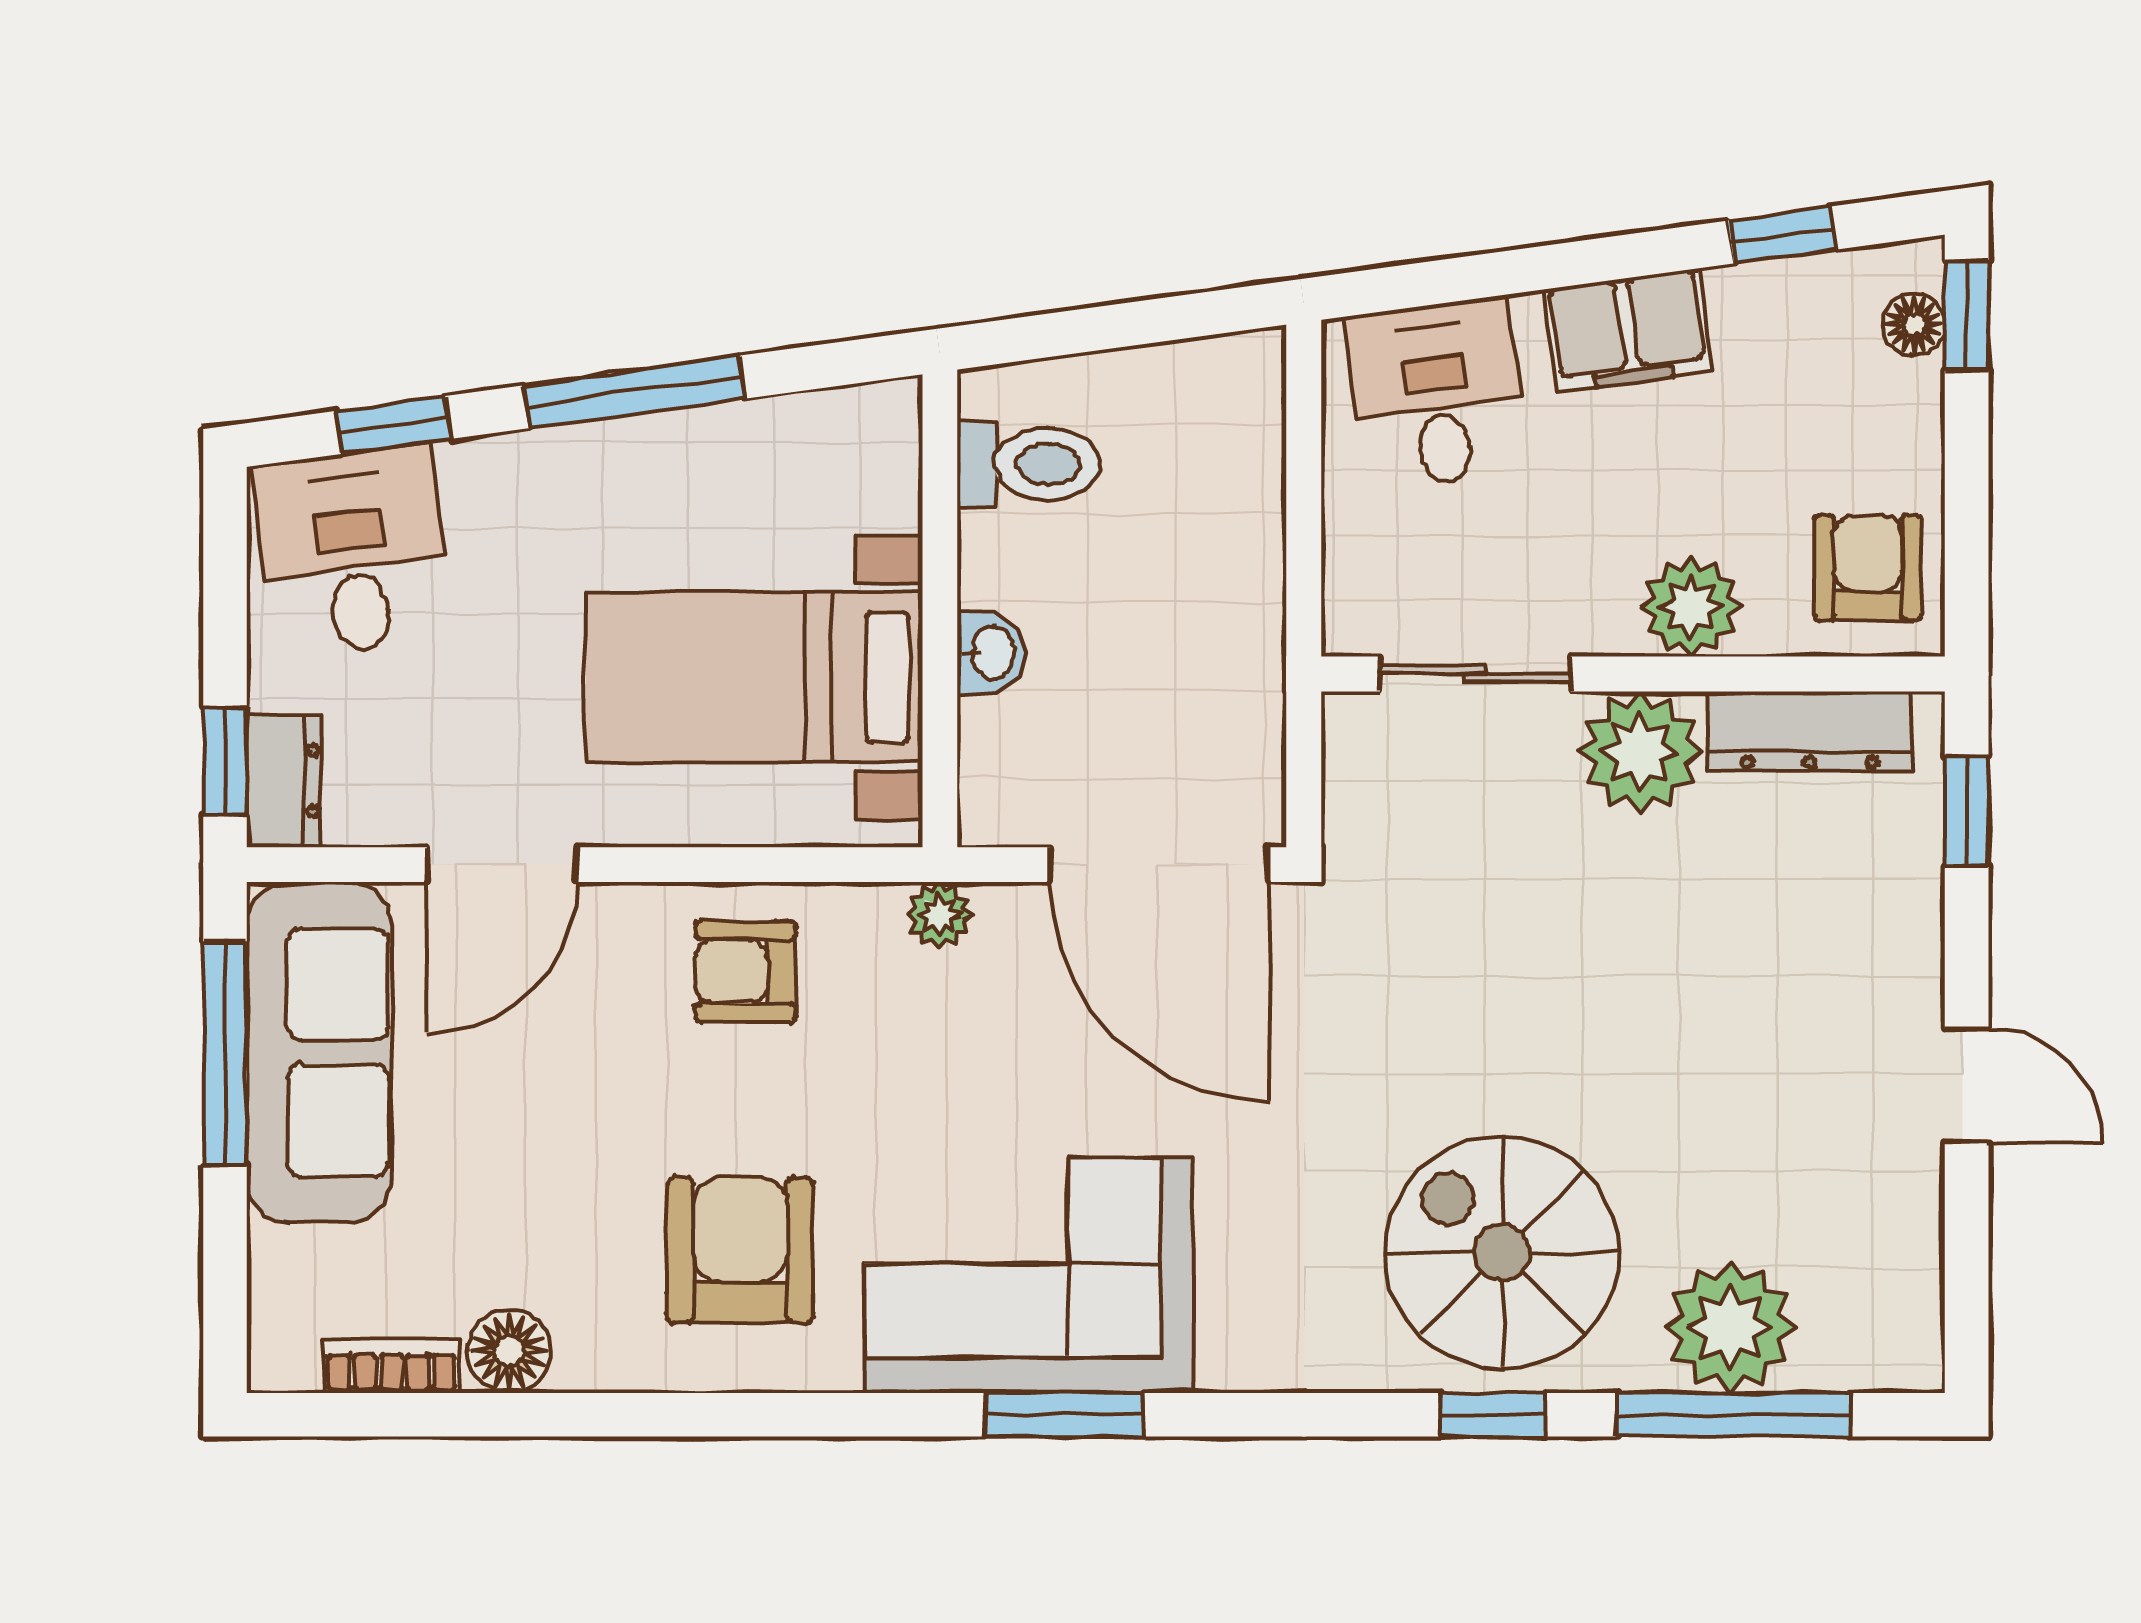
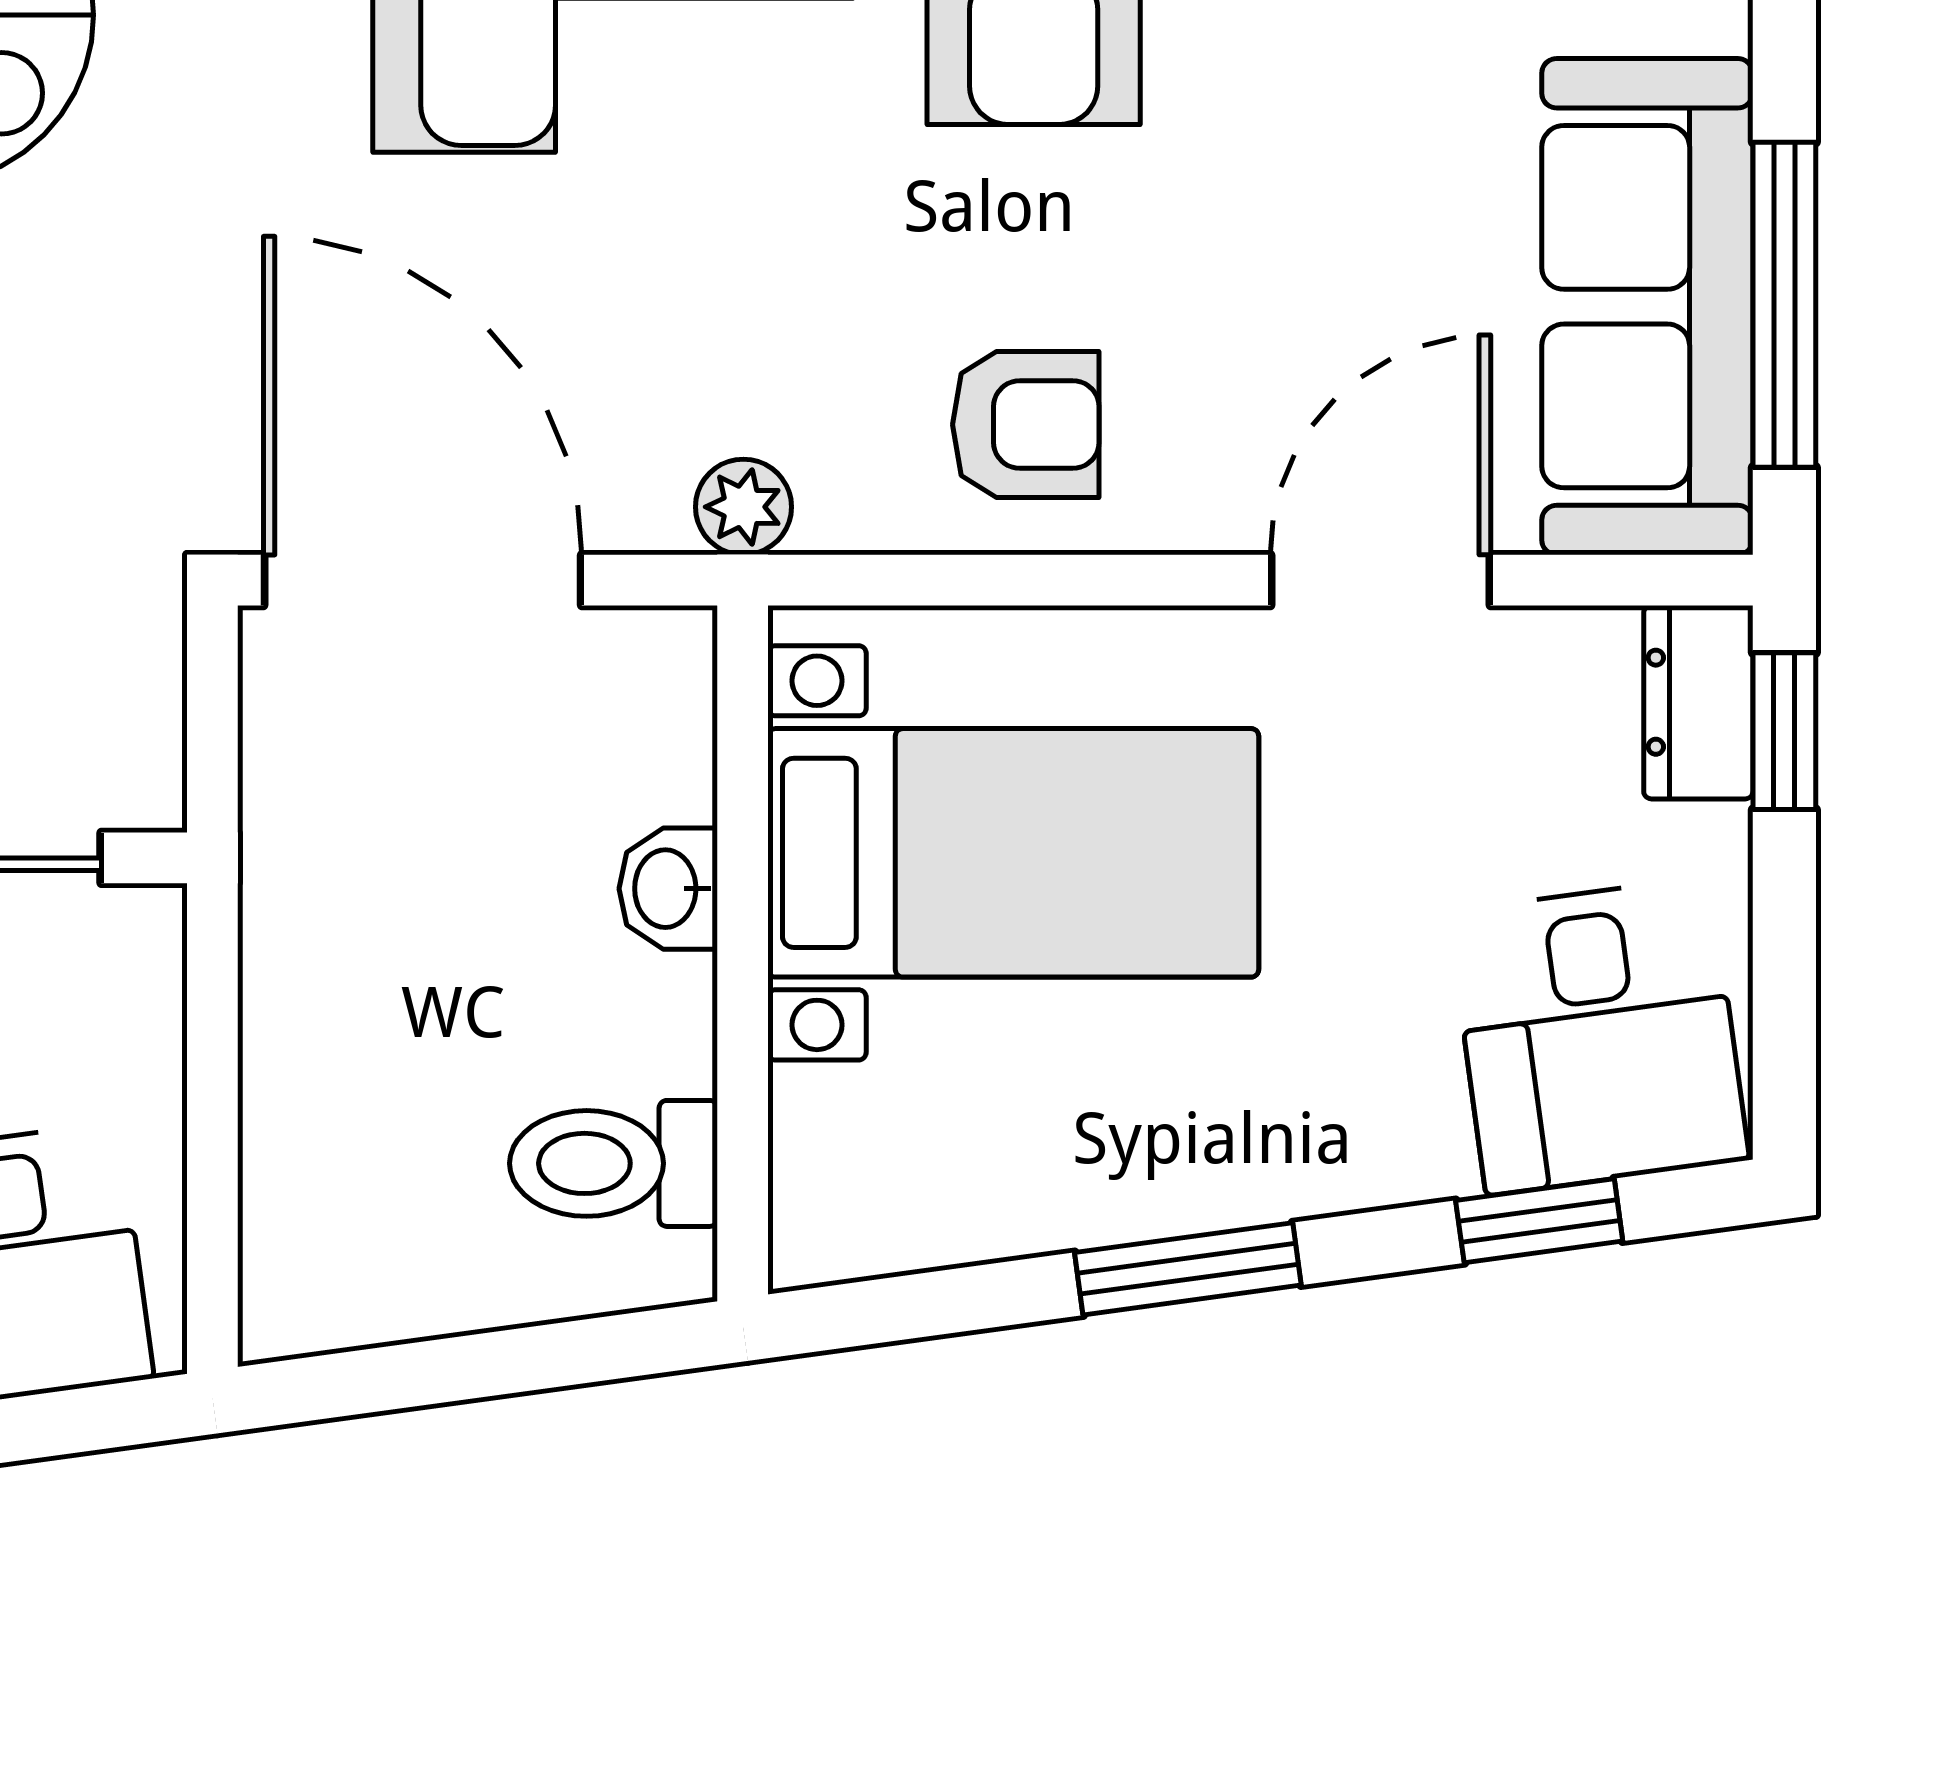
window: (634, 392) -> (1188, 1269), width x0.69

